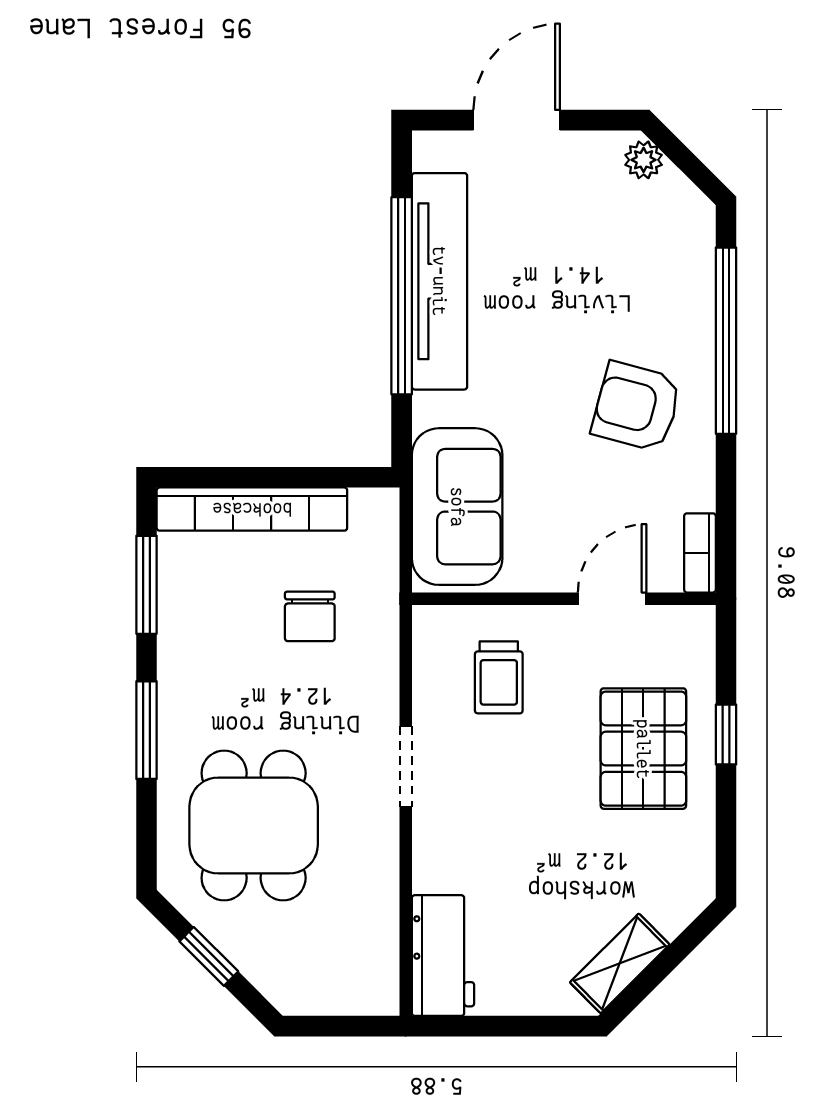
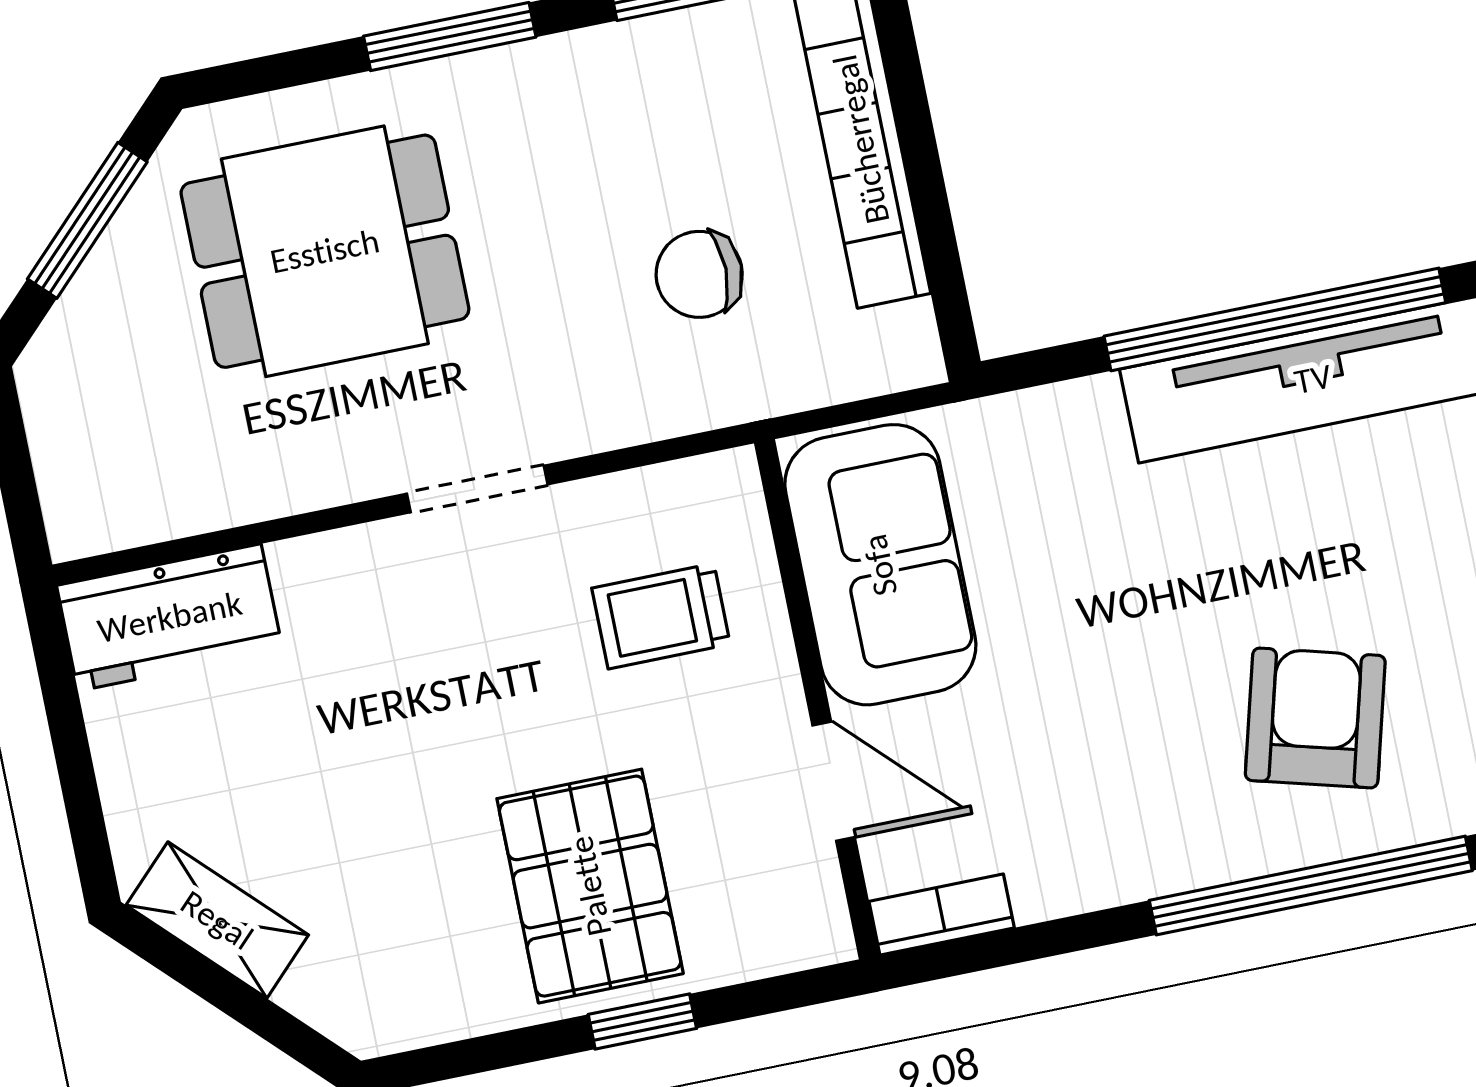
armchair: (637, 407) -> (1315, 718), moved
sofa: (457, 507) -> (880, 565), moved, turned -90
pallet: (643, 749) -> (590, 886), turned 90
window: (209, 956) -> (87, 220), width x1.50

